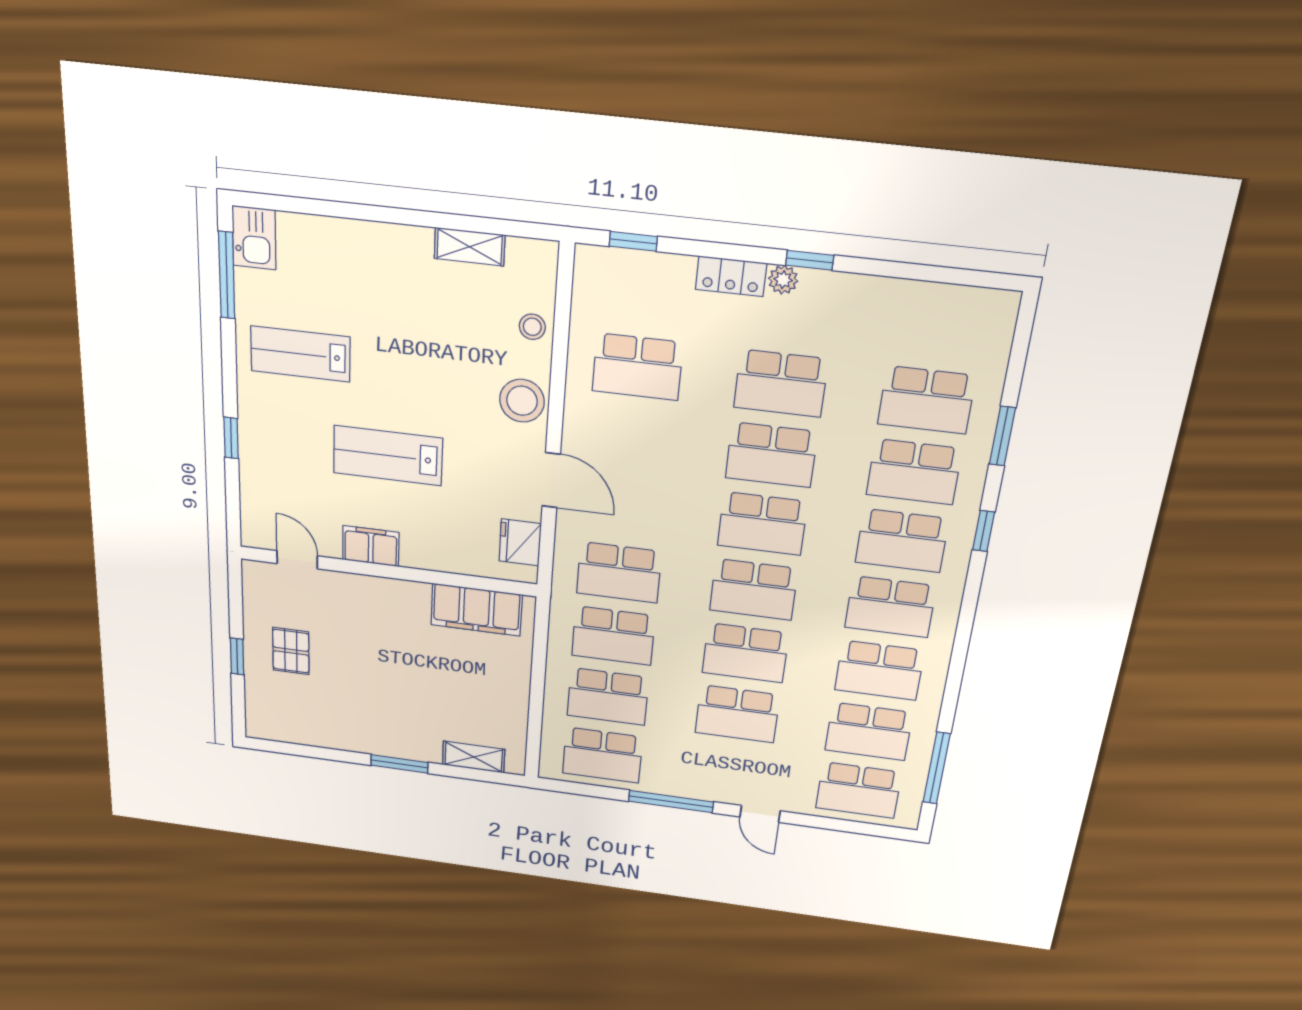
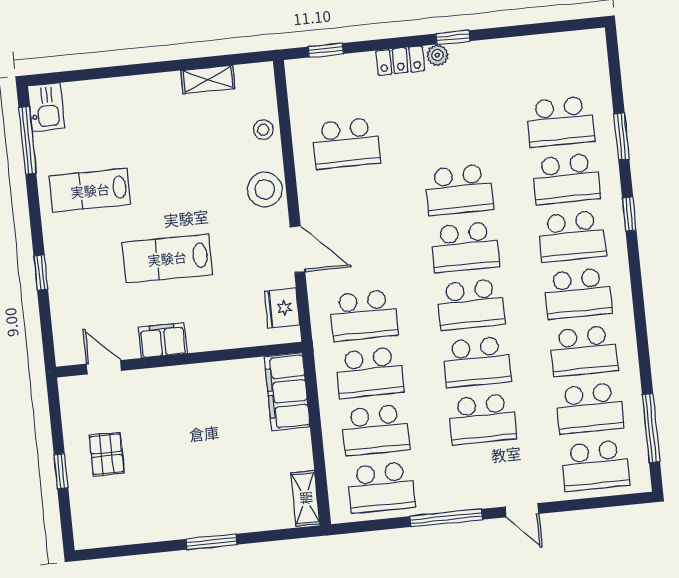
school desk: (781, 383) -> (453, 132), removed
filing cabinet: (476, 610) -> (287, 392), moved, turned 90
shelving: (474, 757) -> (305, 498), moved, turned 90

